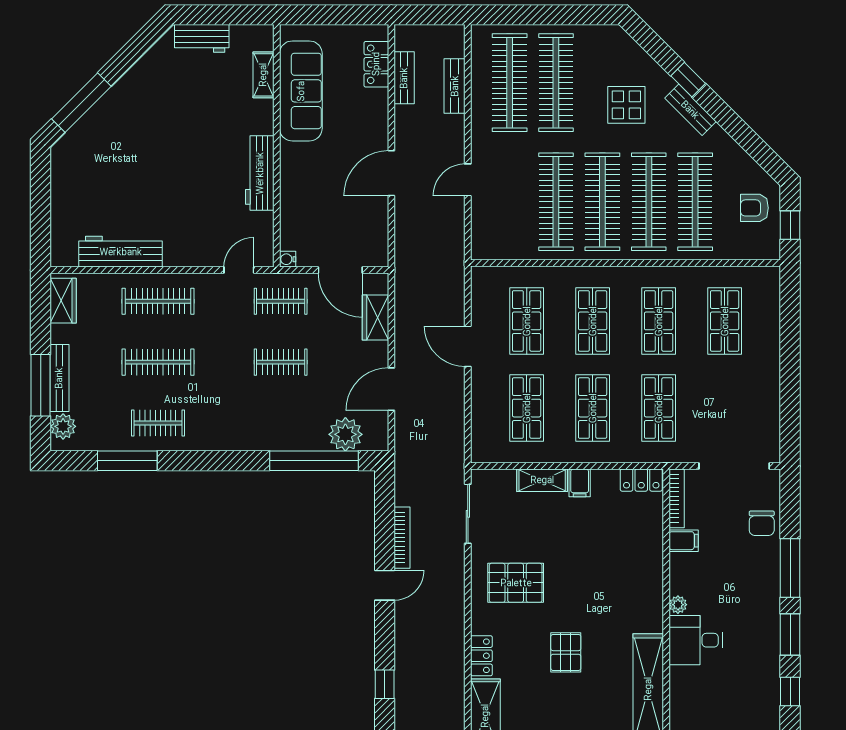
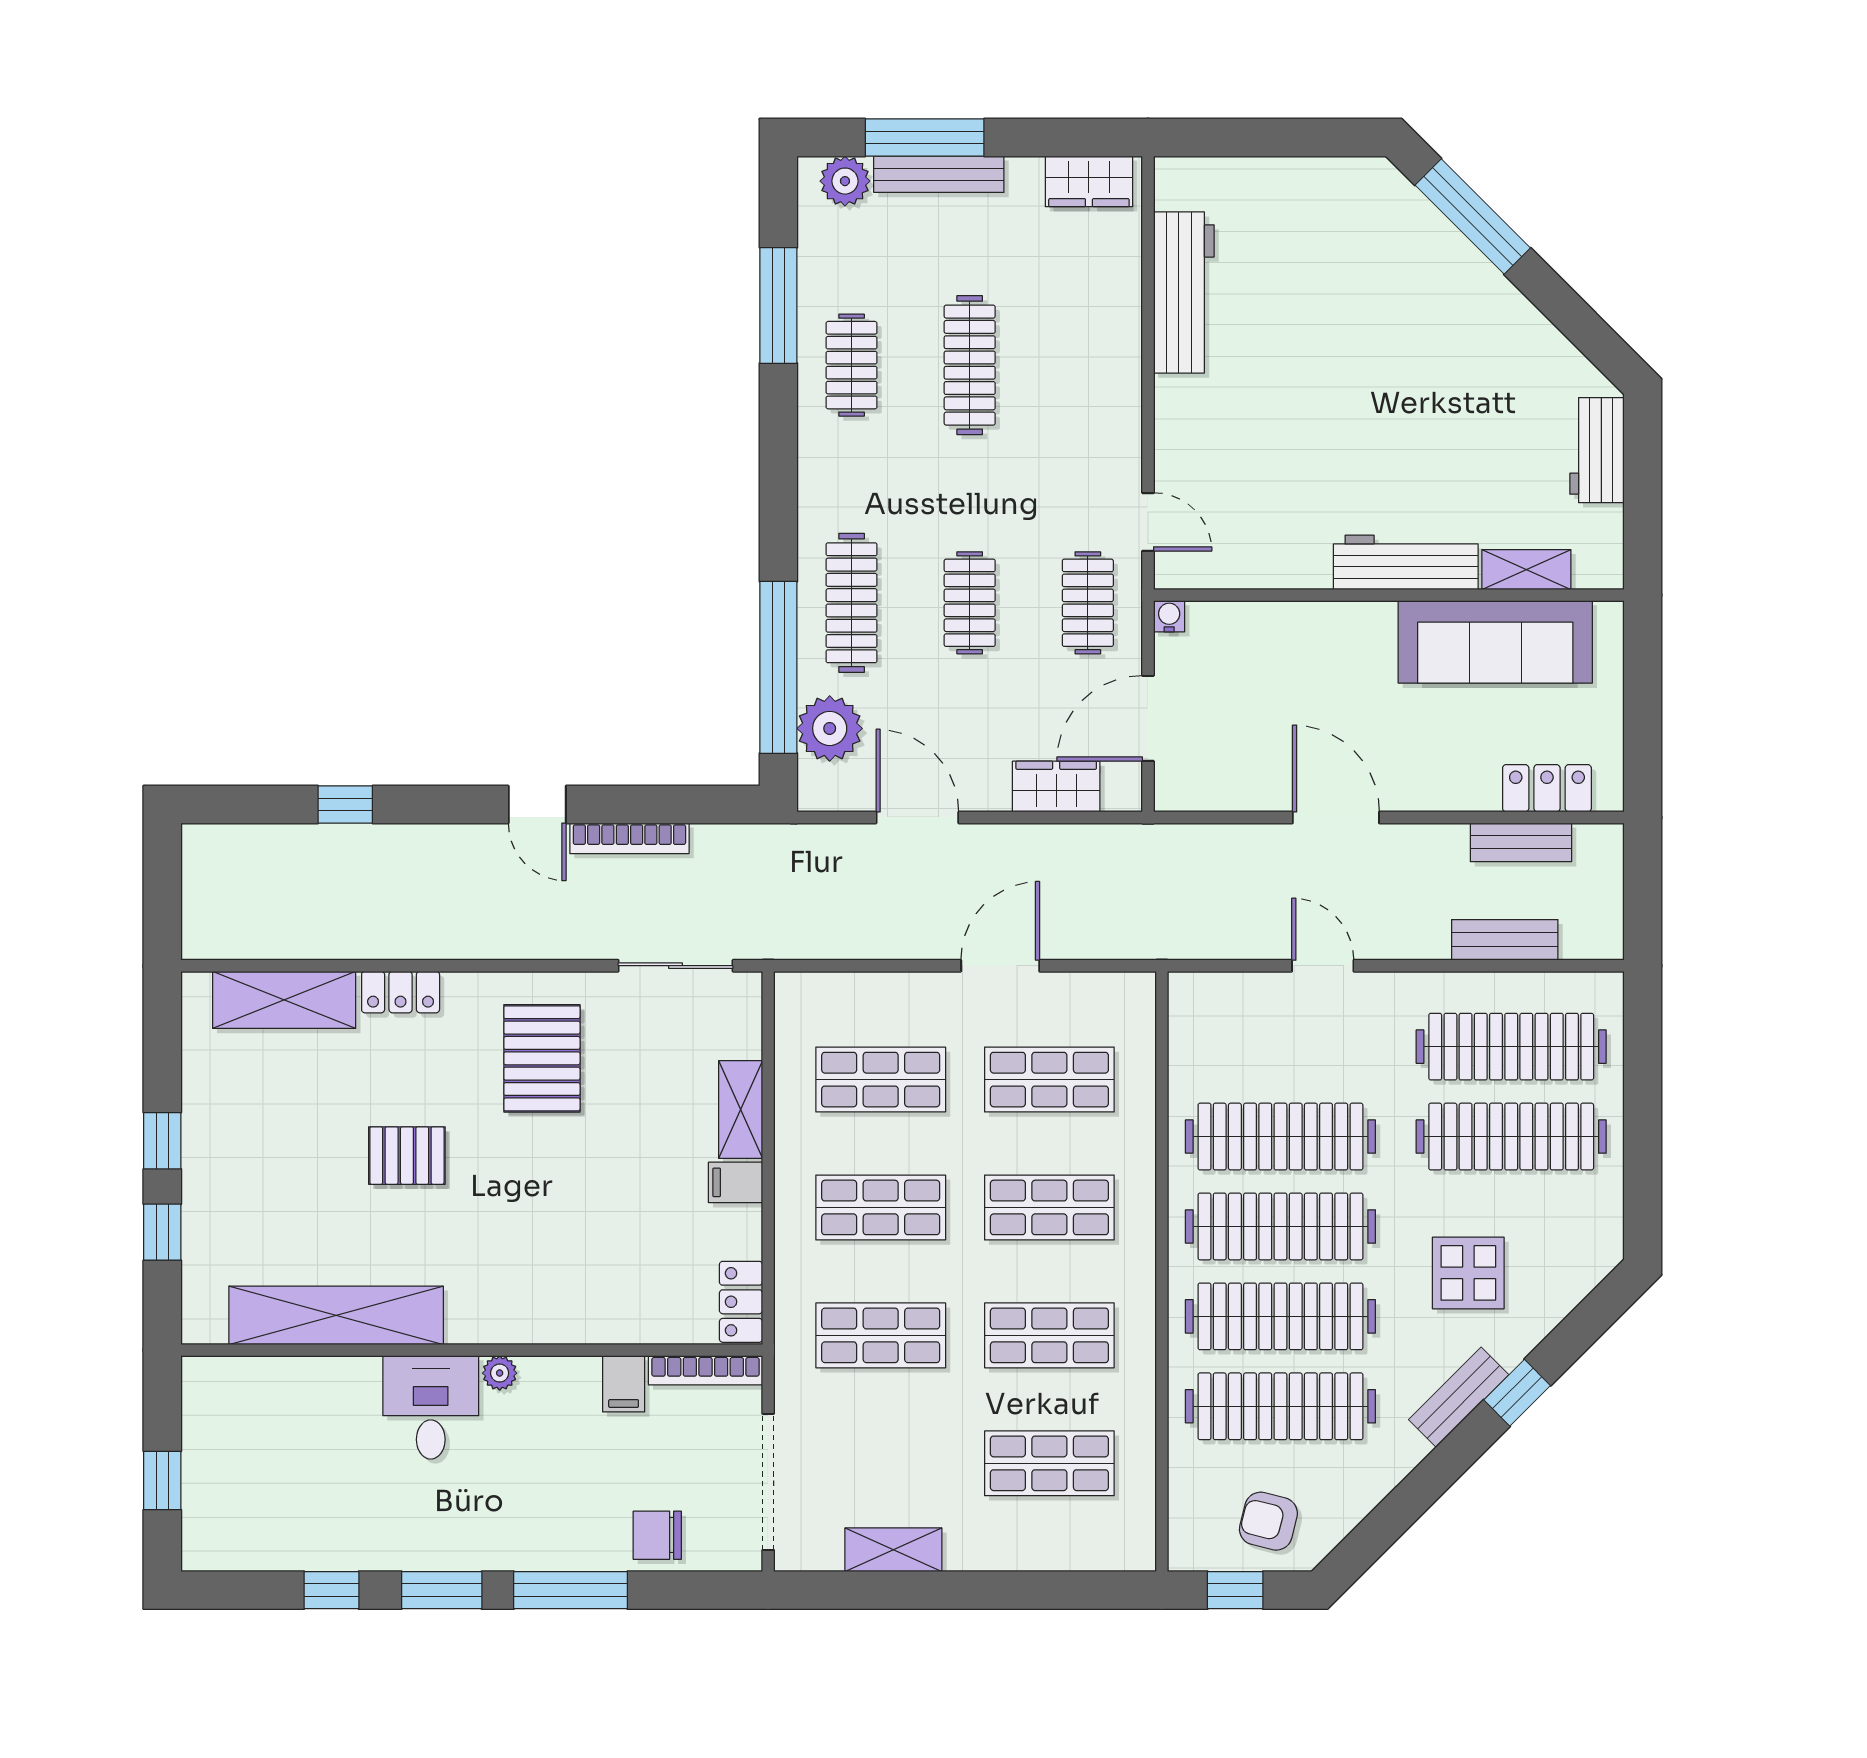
workbench: (260, 173) -> (1406, 562), moved
armchair: (754, 208) -> (1268, 1521), turned -76
clothes rail: (158, 301) -> (852, 603), moved
shelving: (769, 401) -> (893, 1550), added

